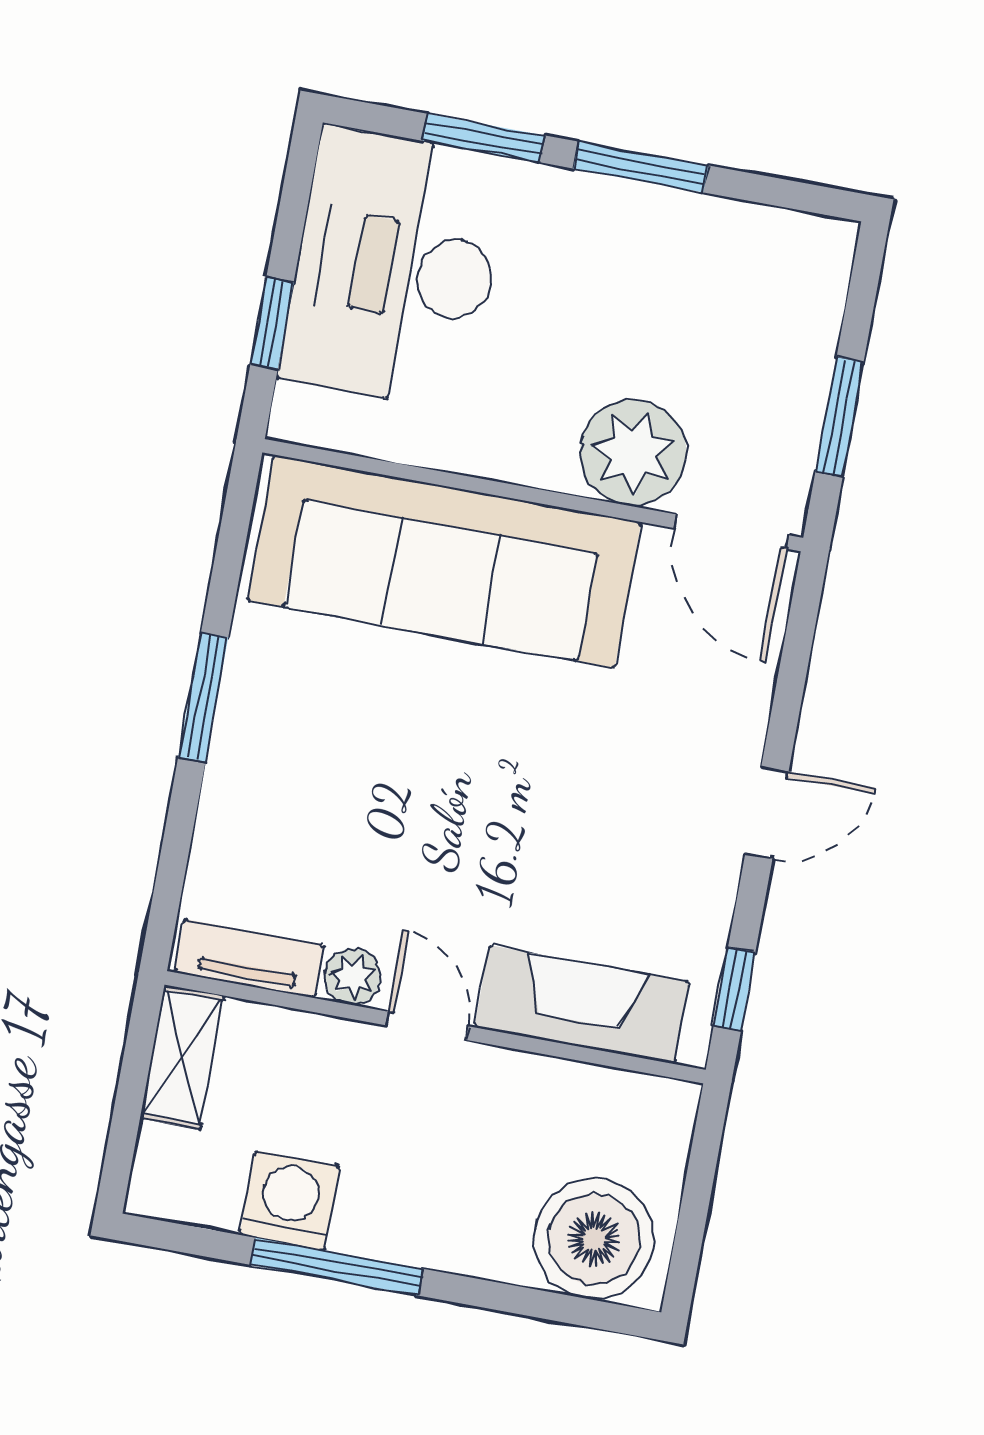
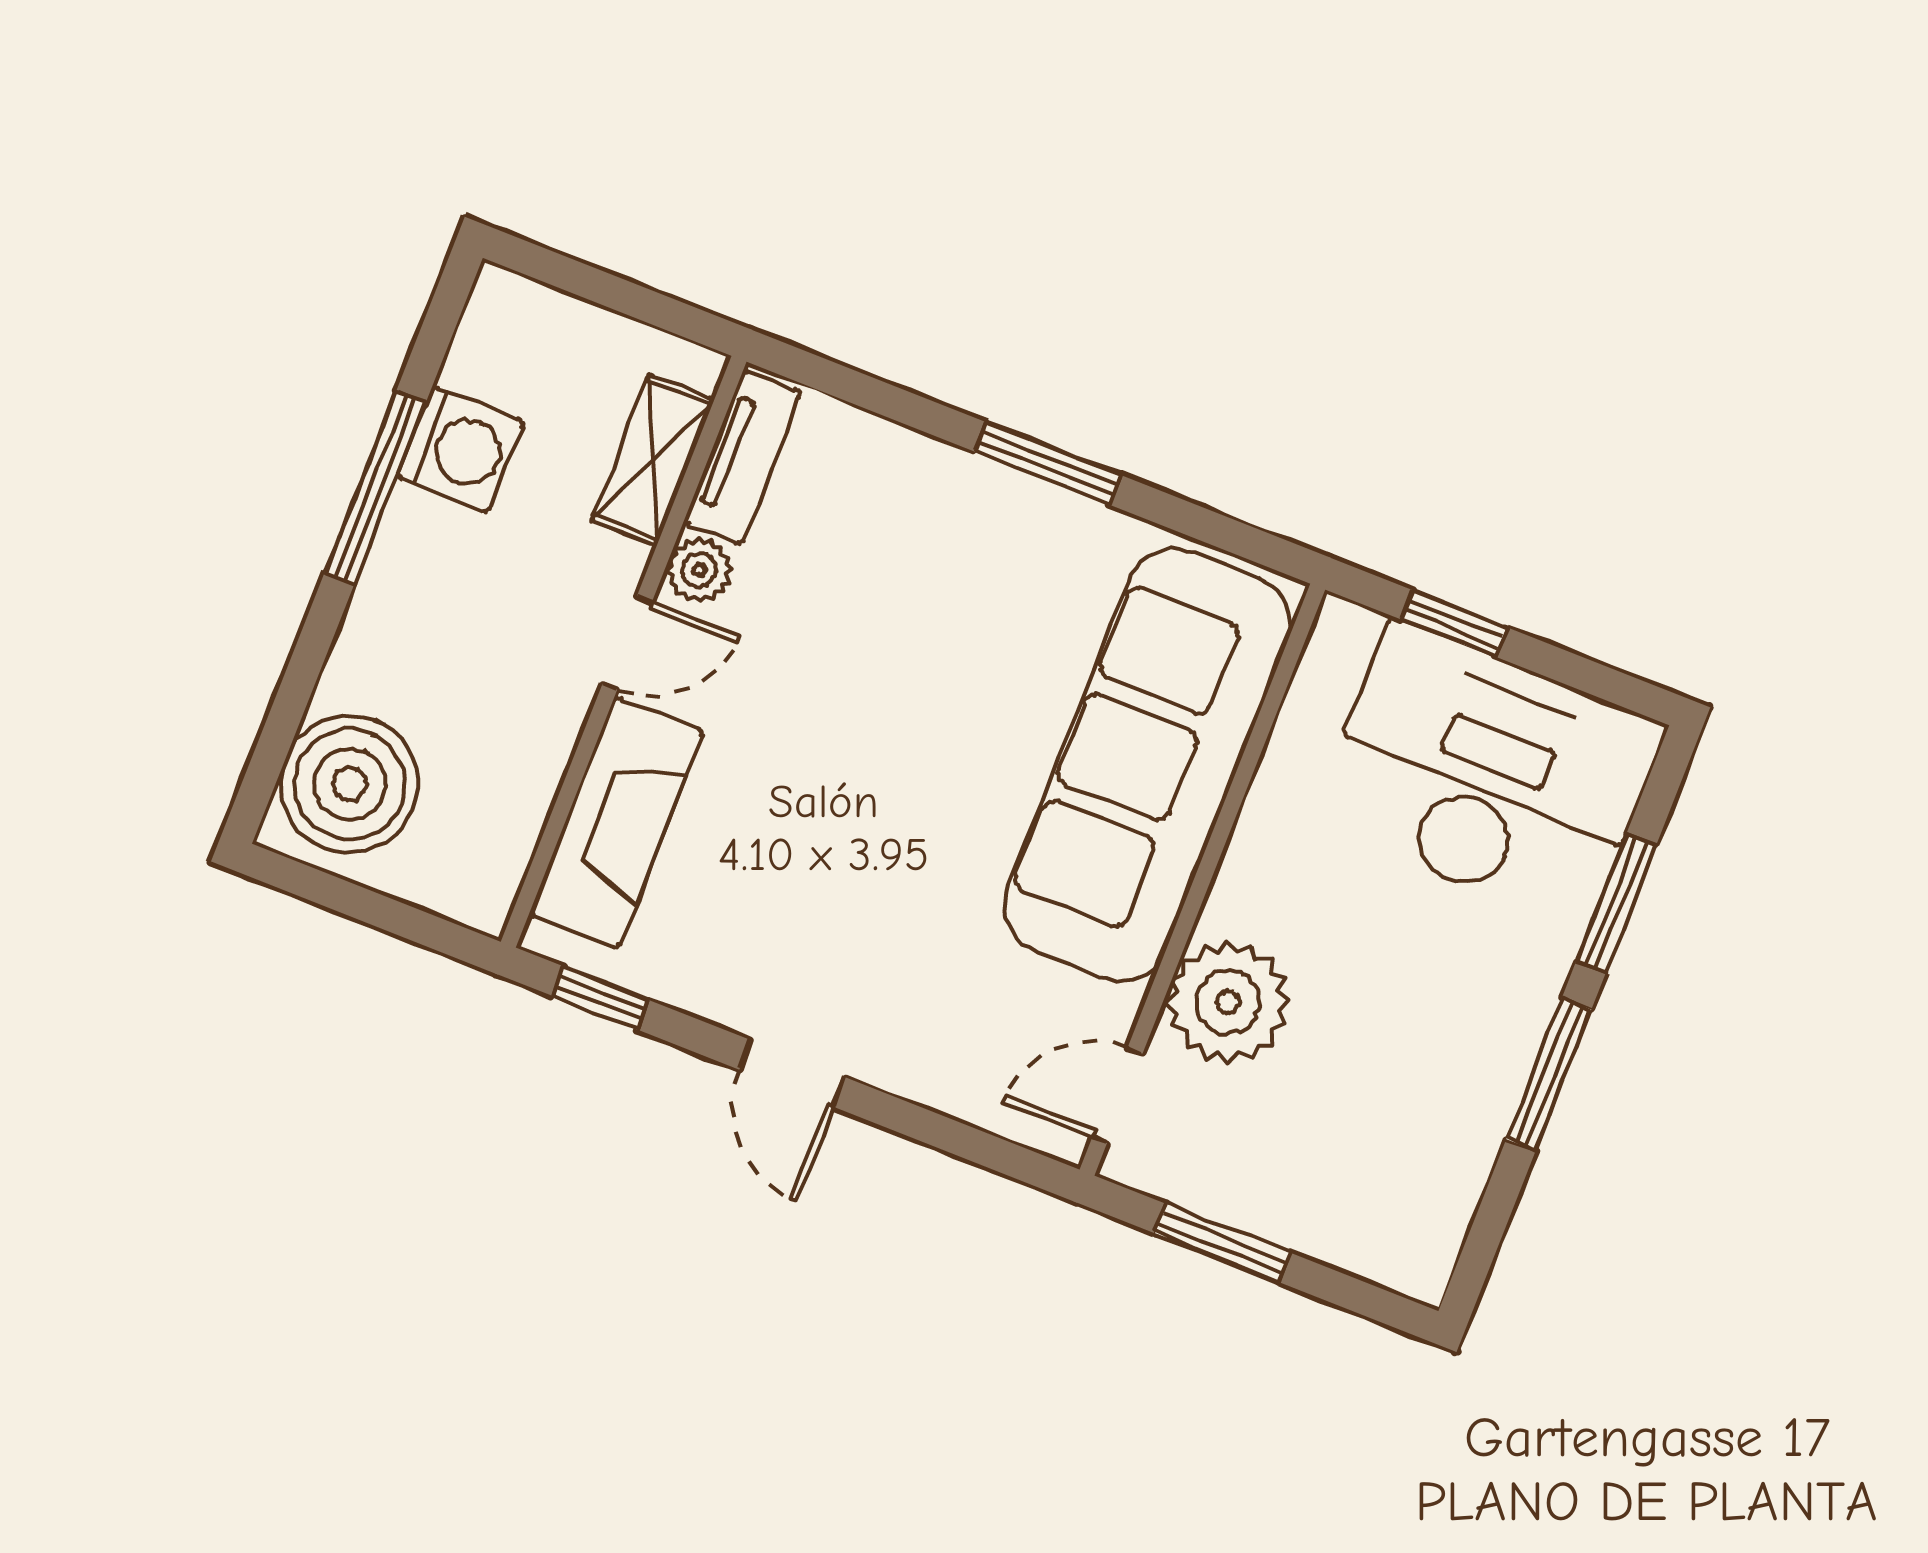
door: (731, 532) -> (1117, 1096), width x0.73
shelving: (182, 1057) -> (653, 460), moved, turned 90

